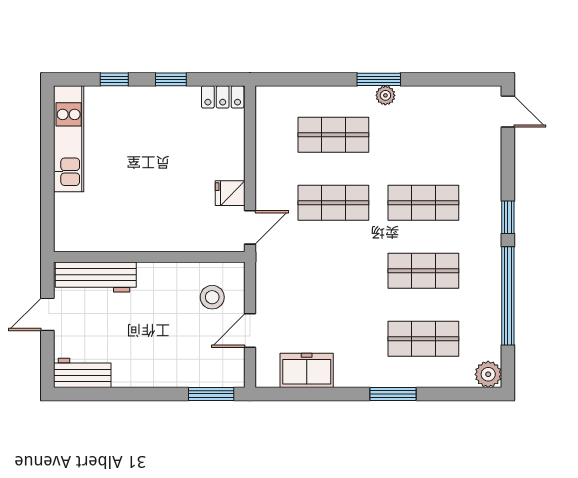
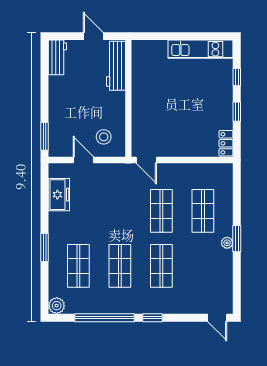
door: (508, 111) -> (217, 318), hinge flipped
fridge: (230, 193) -> (167, 148), removed

